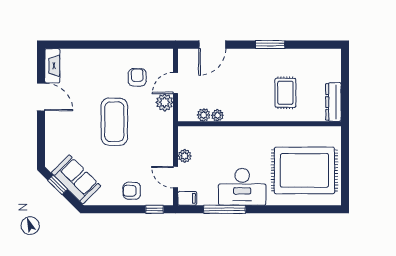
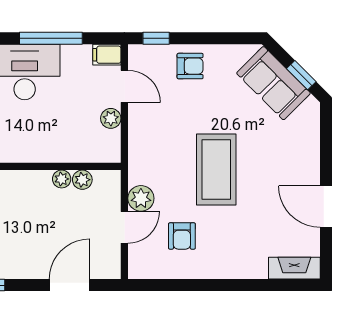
fireplace: (52, 66) -> (294, 268), moved, turned 90

